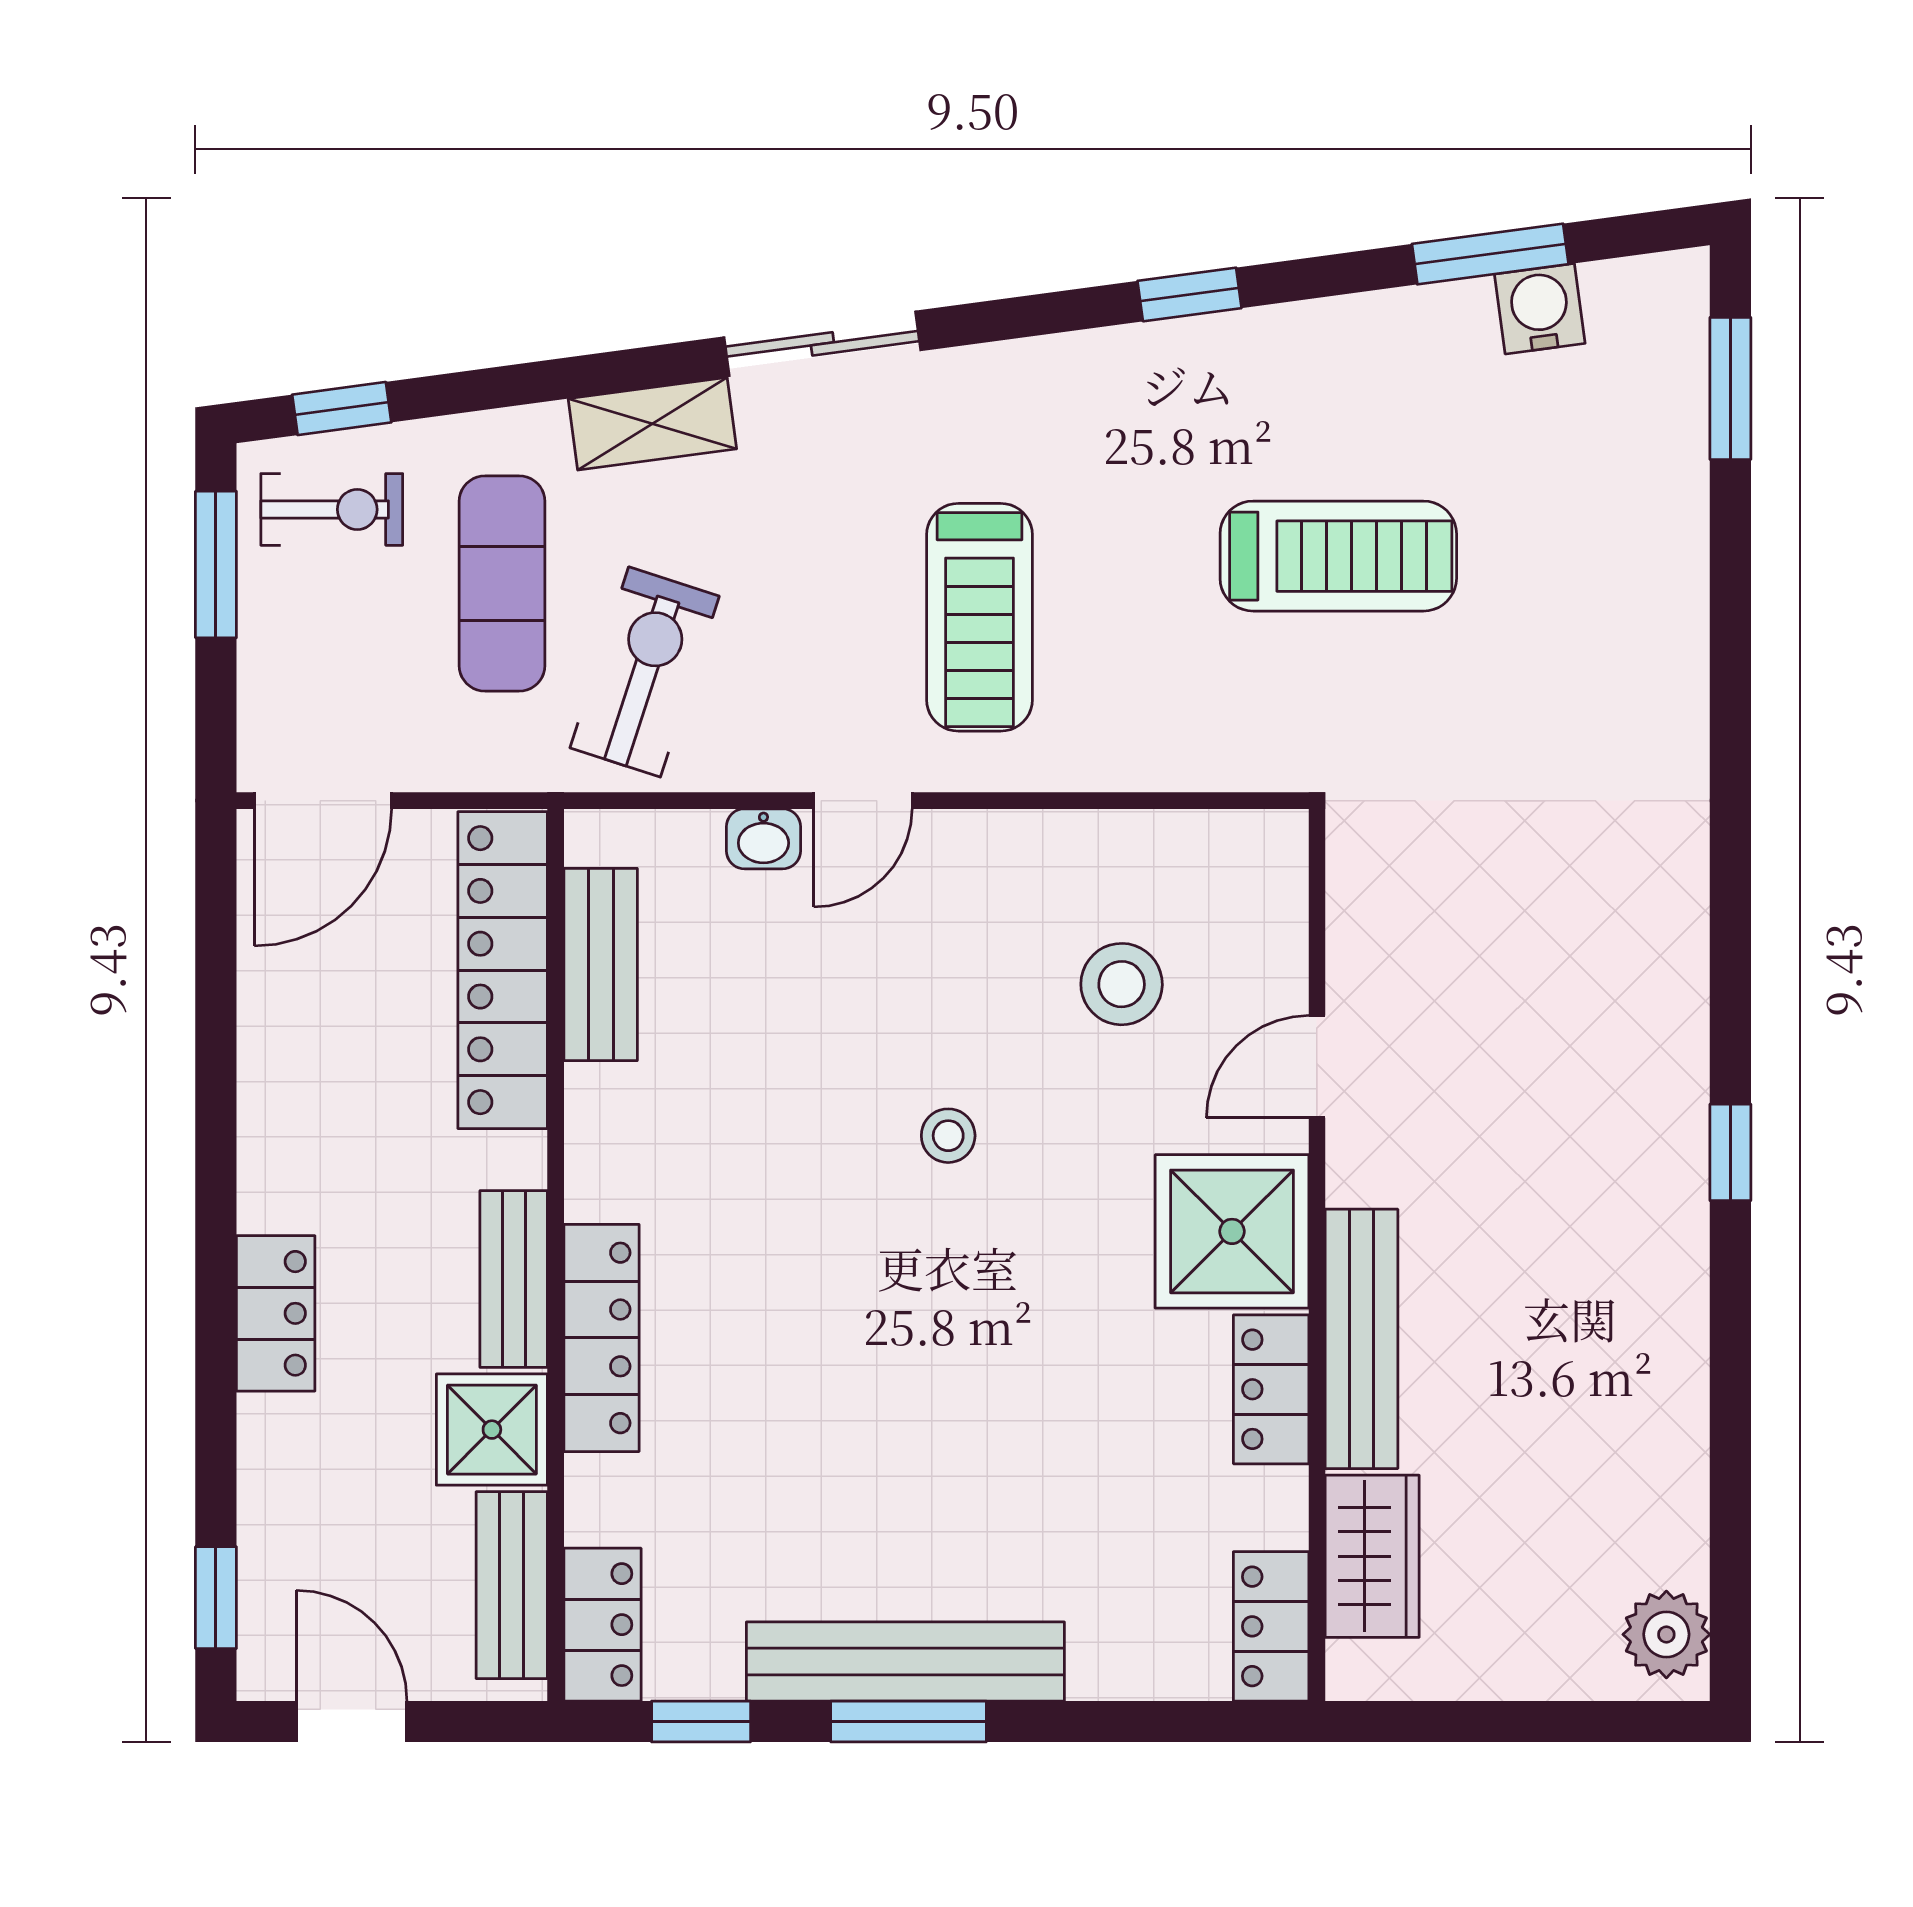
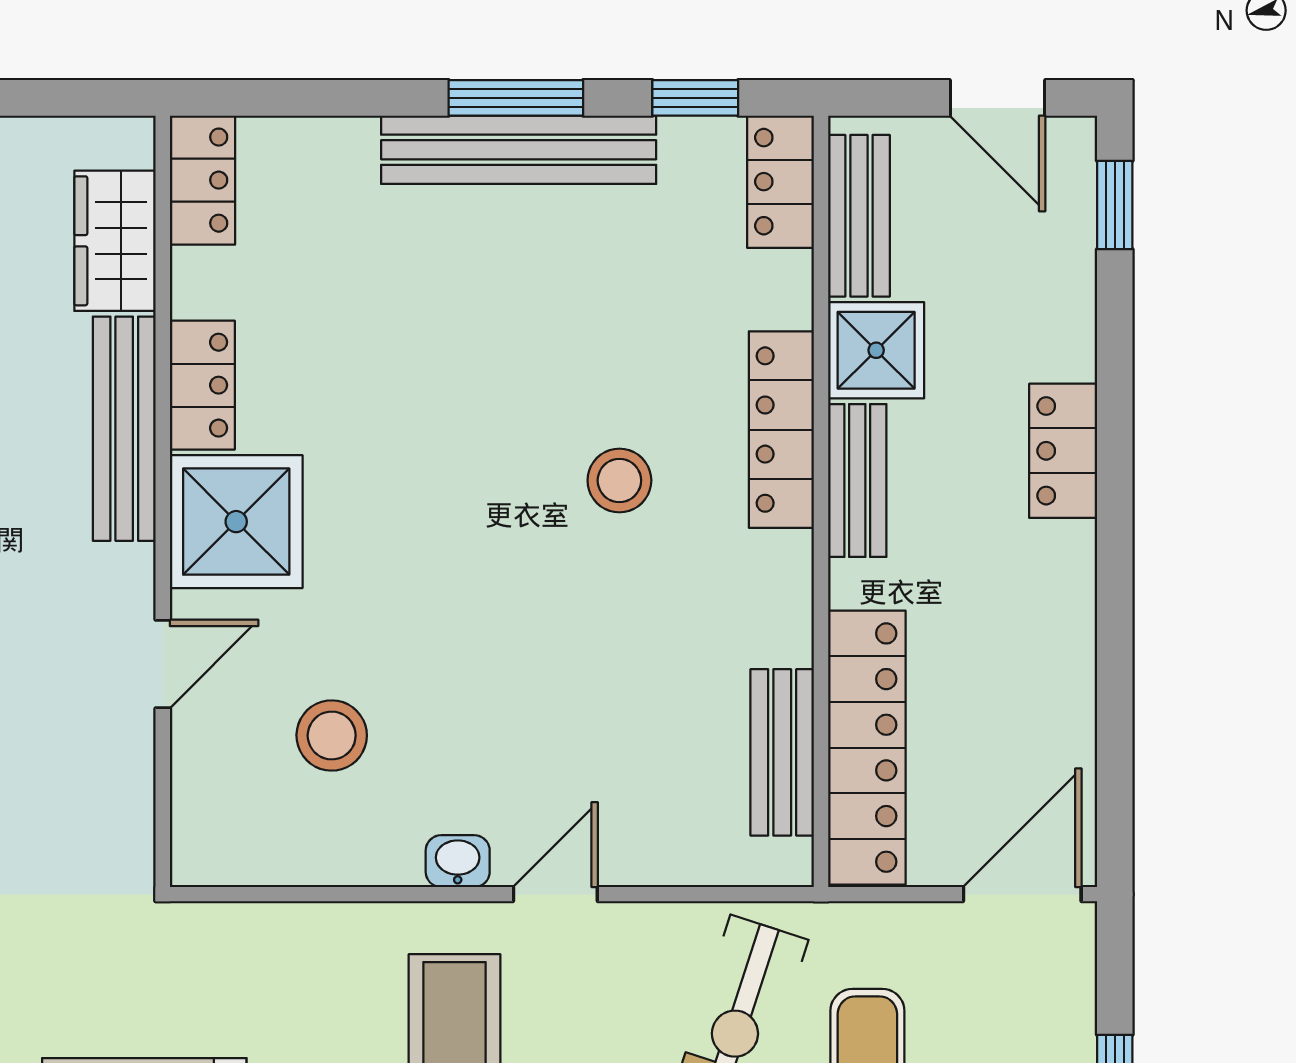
washbasin: (763, 839) -> (458, 861), moved
stool: (948, 1136) -> (619, 480), moved, width x1.37, depth x1.37

